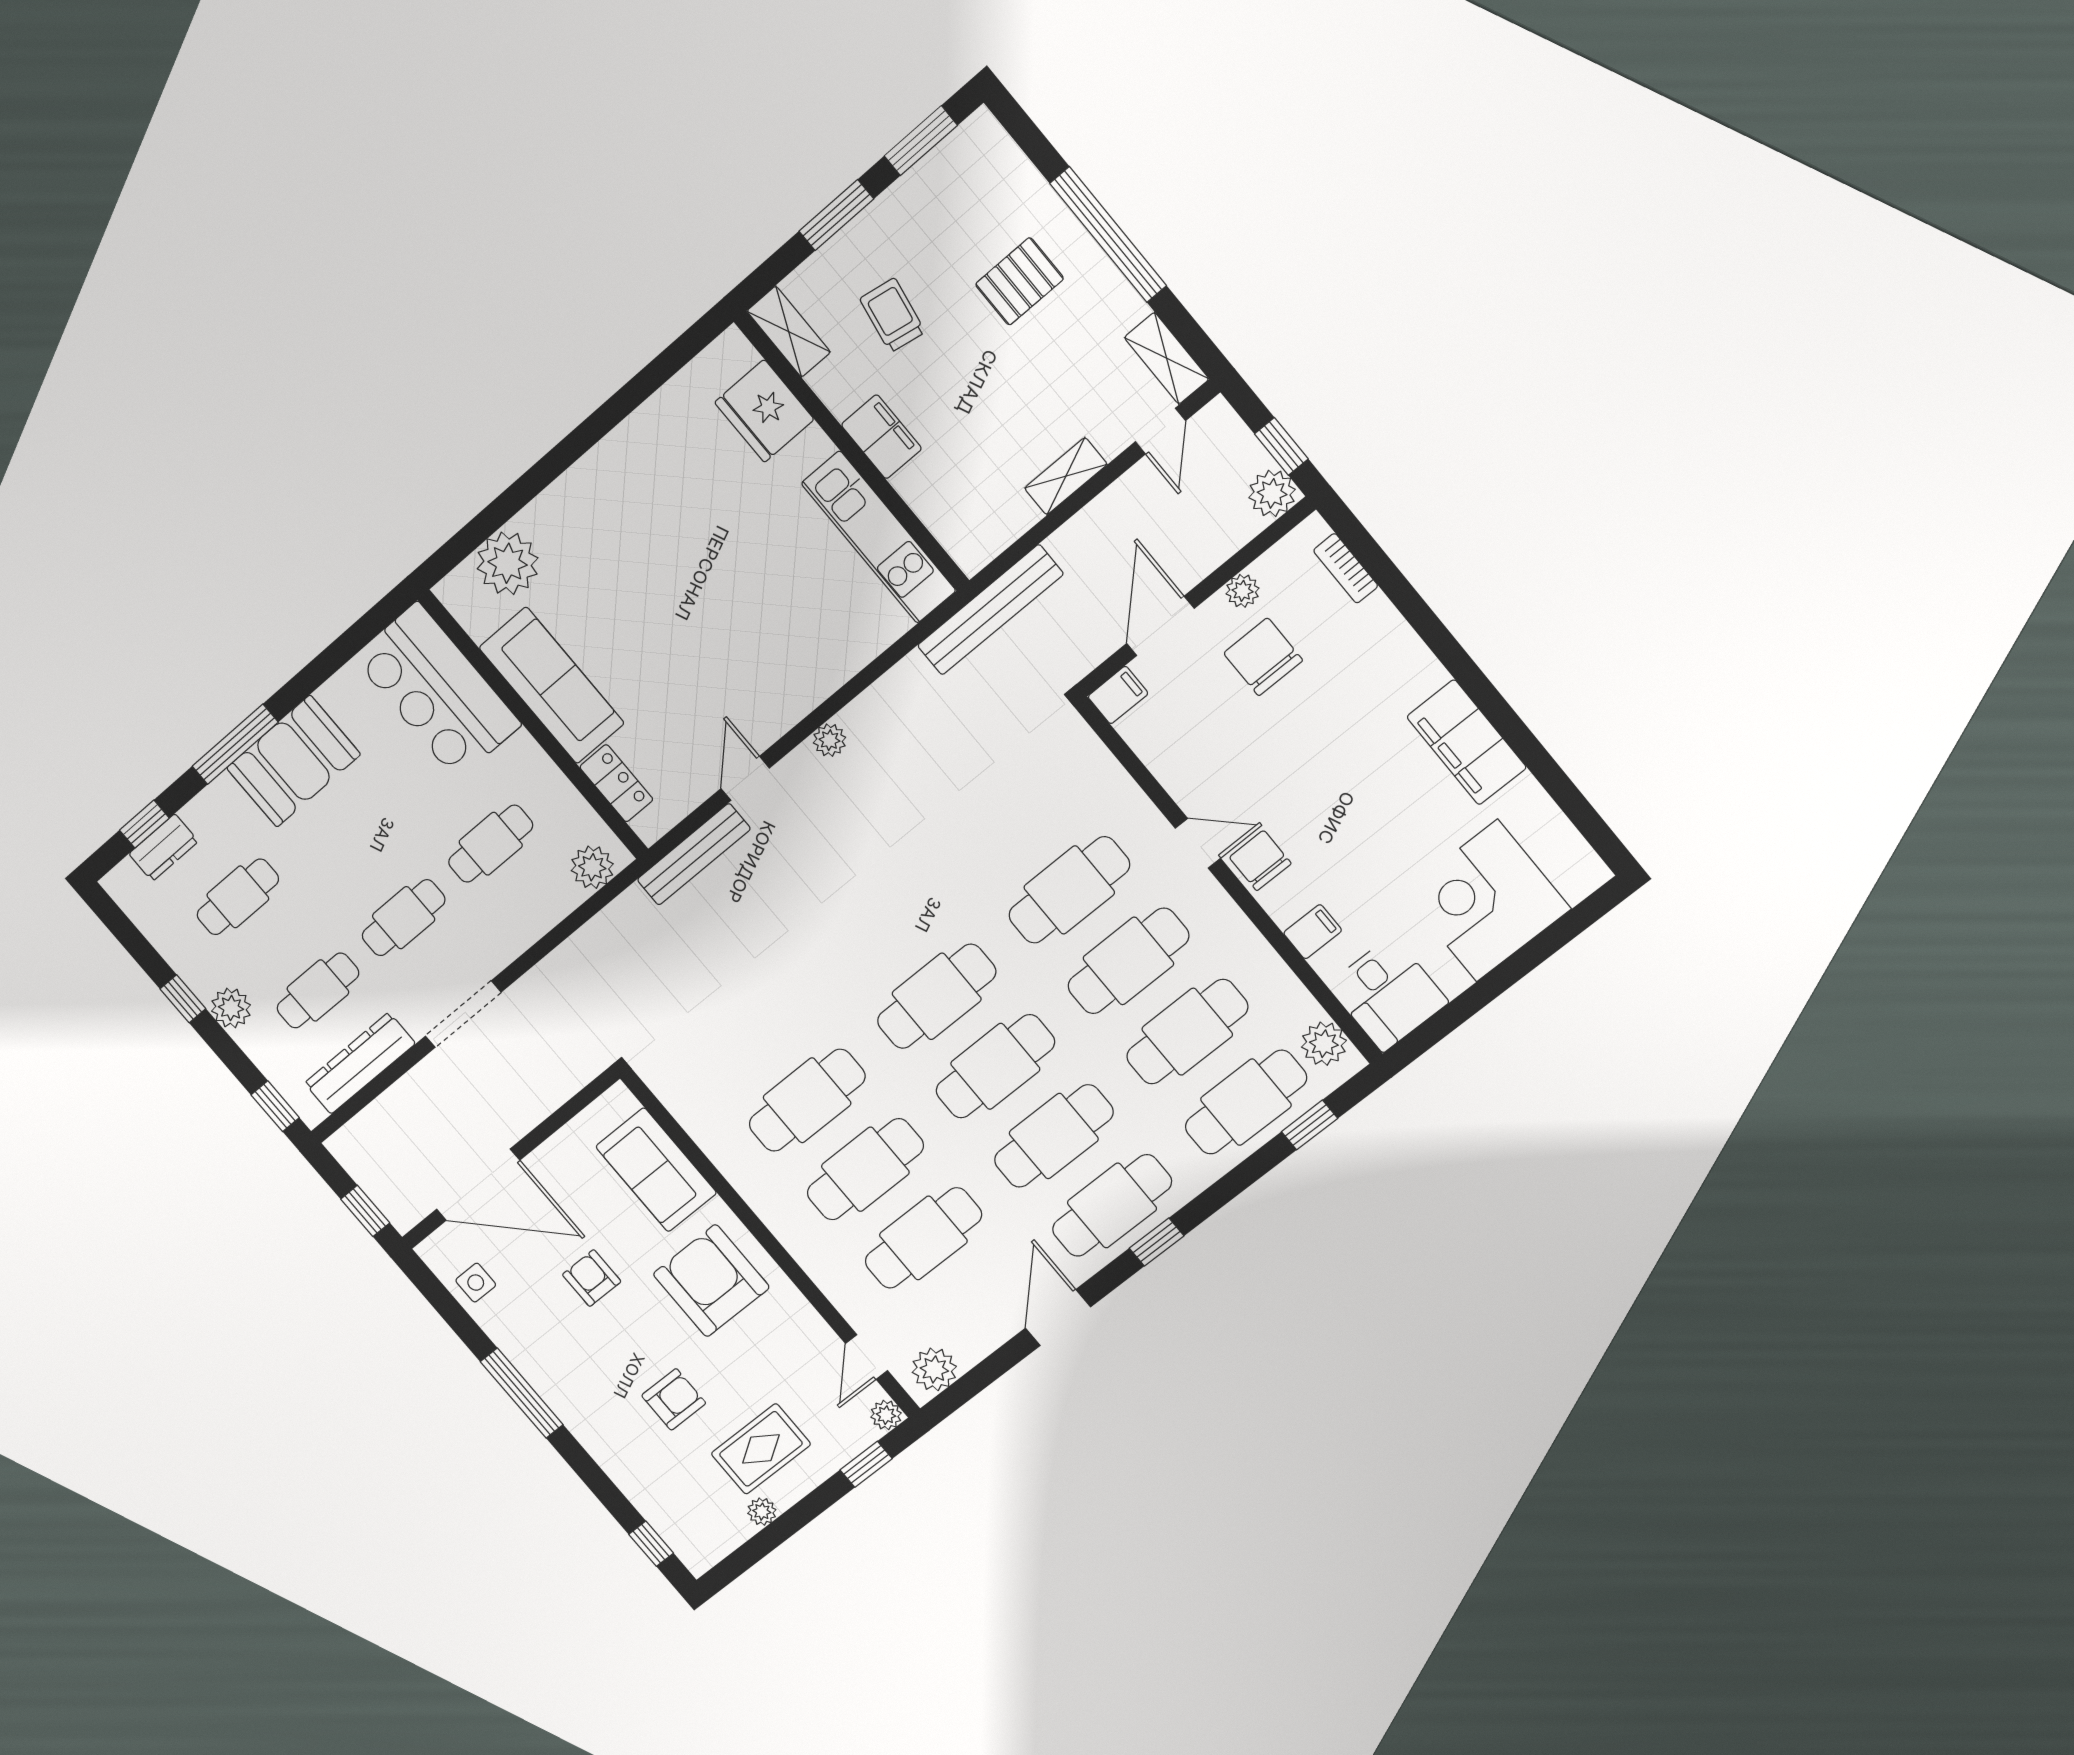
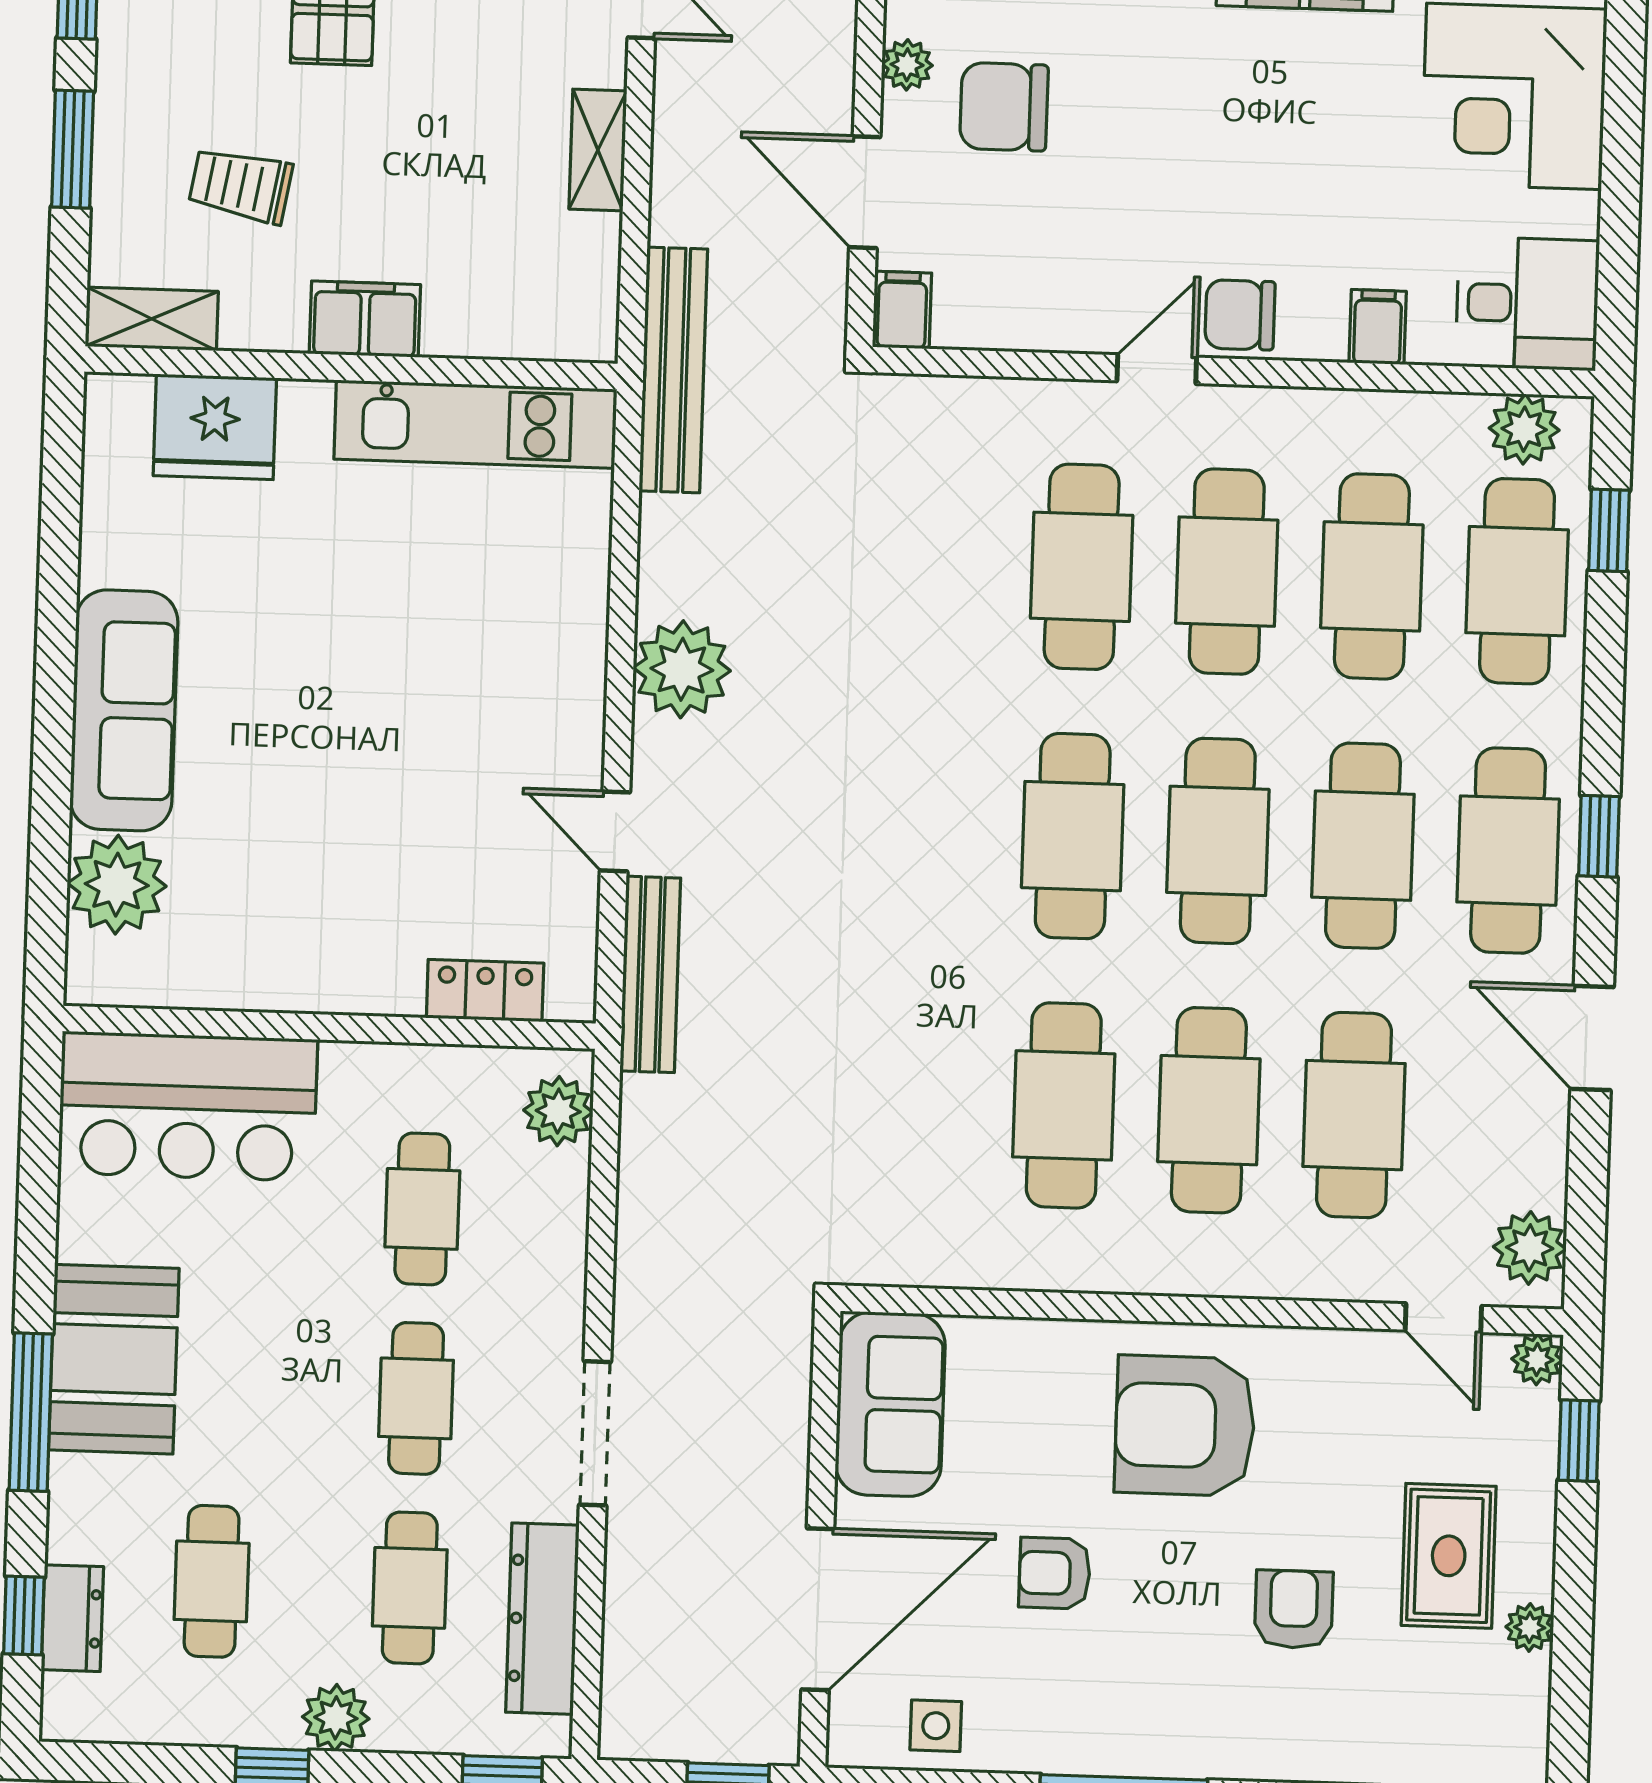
sofa: (552, 685) -> (124, 710), moved, turned 90
plant: (830, 740) -> (682, 669), width x1.88, depth x1.88
sofa: (656, 1170) -> (890, 1404), moved, turned -90

